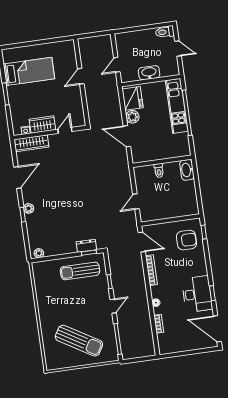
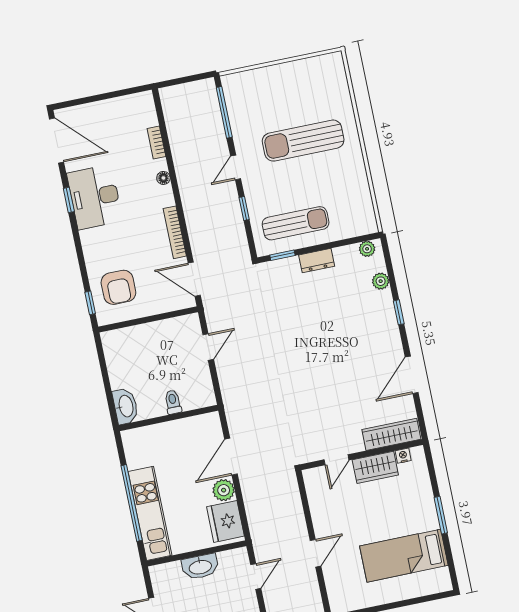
door: (127, 136) -> (231, 457), swing flipped
plant: (29, 208) -> (381, 281), moved
armchair: (187, 240) -> (118, 287), turned -90
dresser: (86, 246) -> (317, 261), moved
sun lounger: (79, 341) -> (303, 141), moved, turned -31

